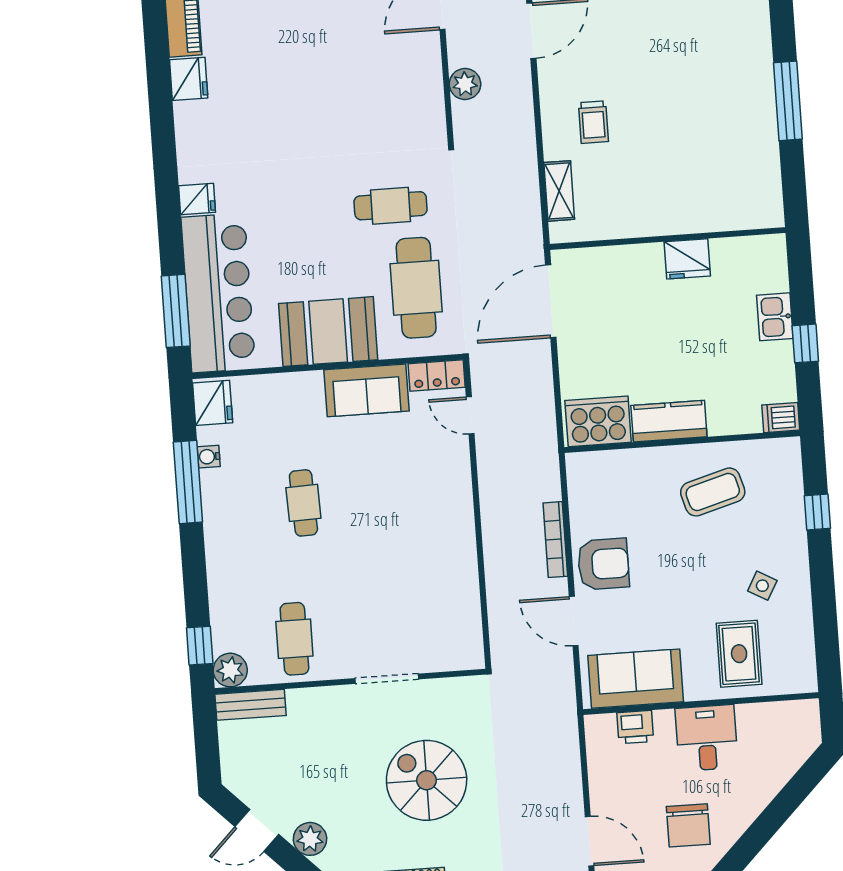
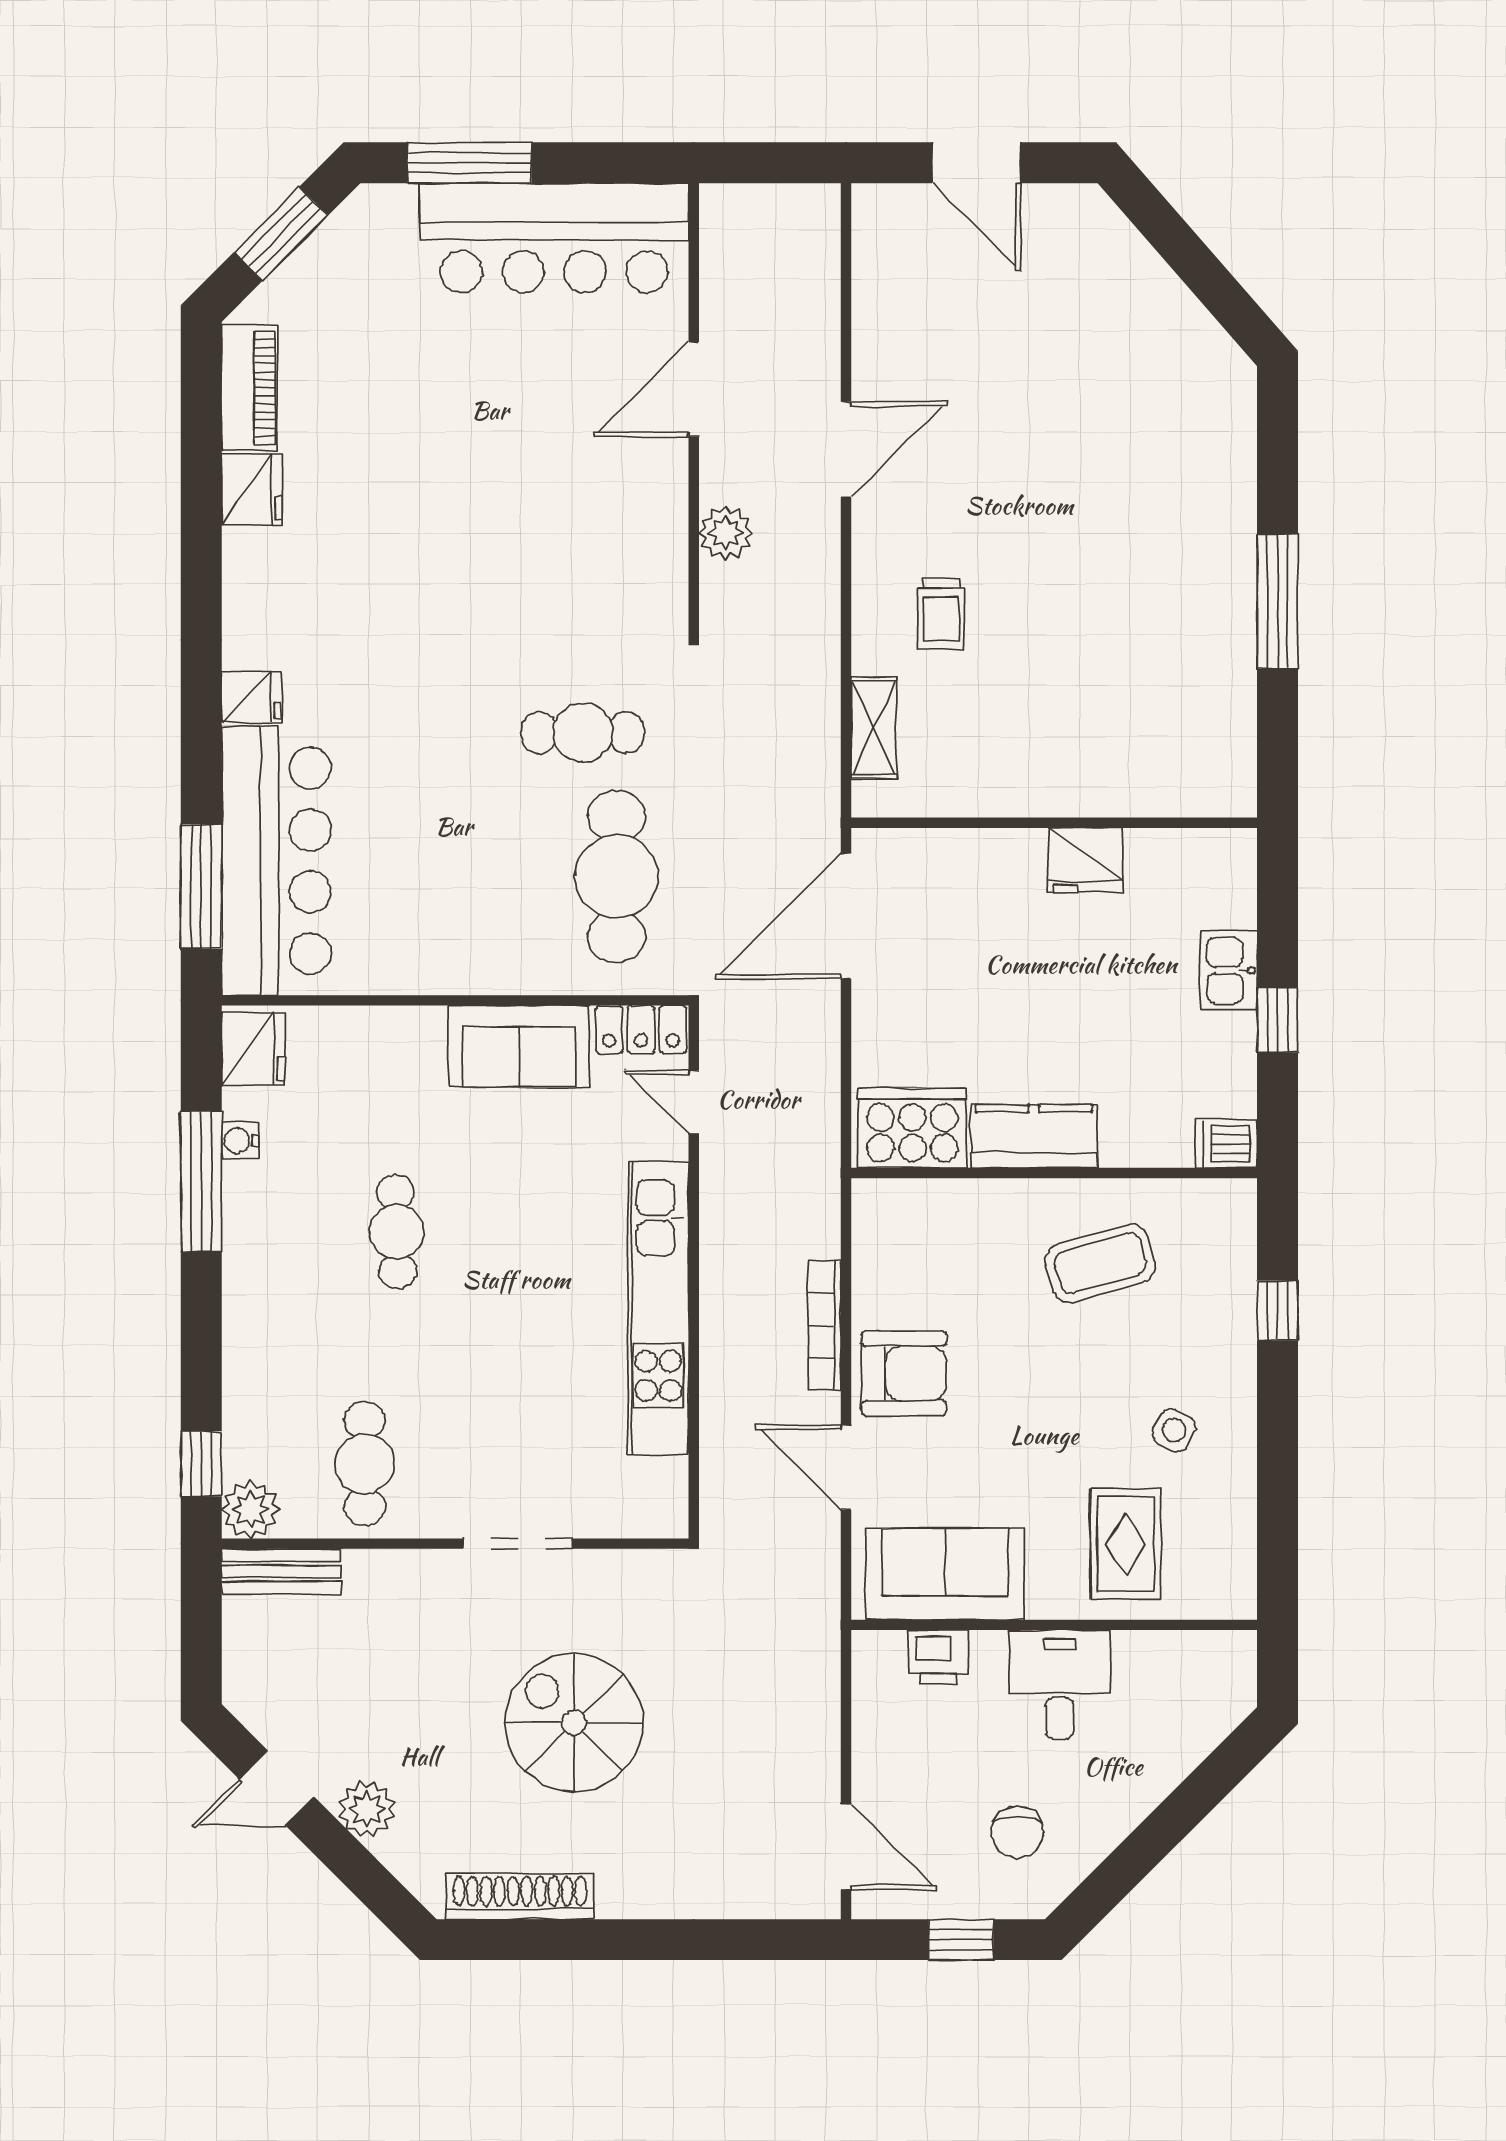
booth: (328, 332) -> (460, 941), removed
kitchen unit: (458, 537) -> (658, 1309), added
chair: (688, 825) -> (1017, 1832), width x0.73, depth x0.73

